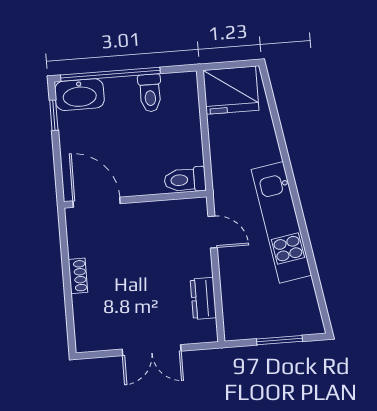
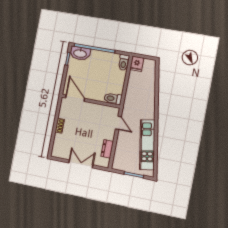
fridge: (231, 90) -> (137, 64), width x0.53, depth x0.75
toilet: (150, 93) -> (124, 62), moved
kitchen unit: (281, 222) -> (147, 145), moved
double door: (152, 350) -> (81, 164), swing flipped

